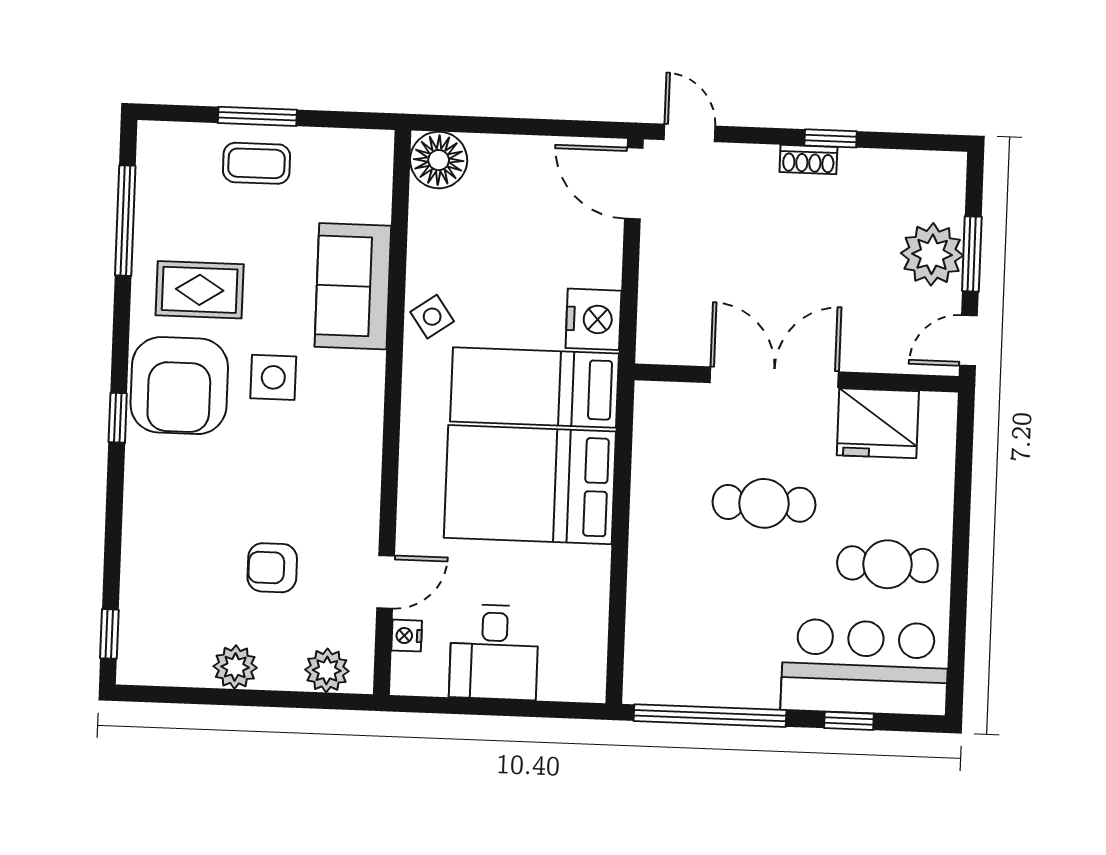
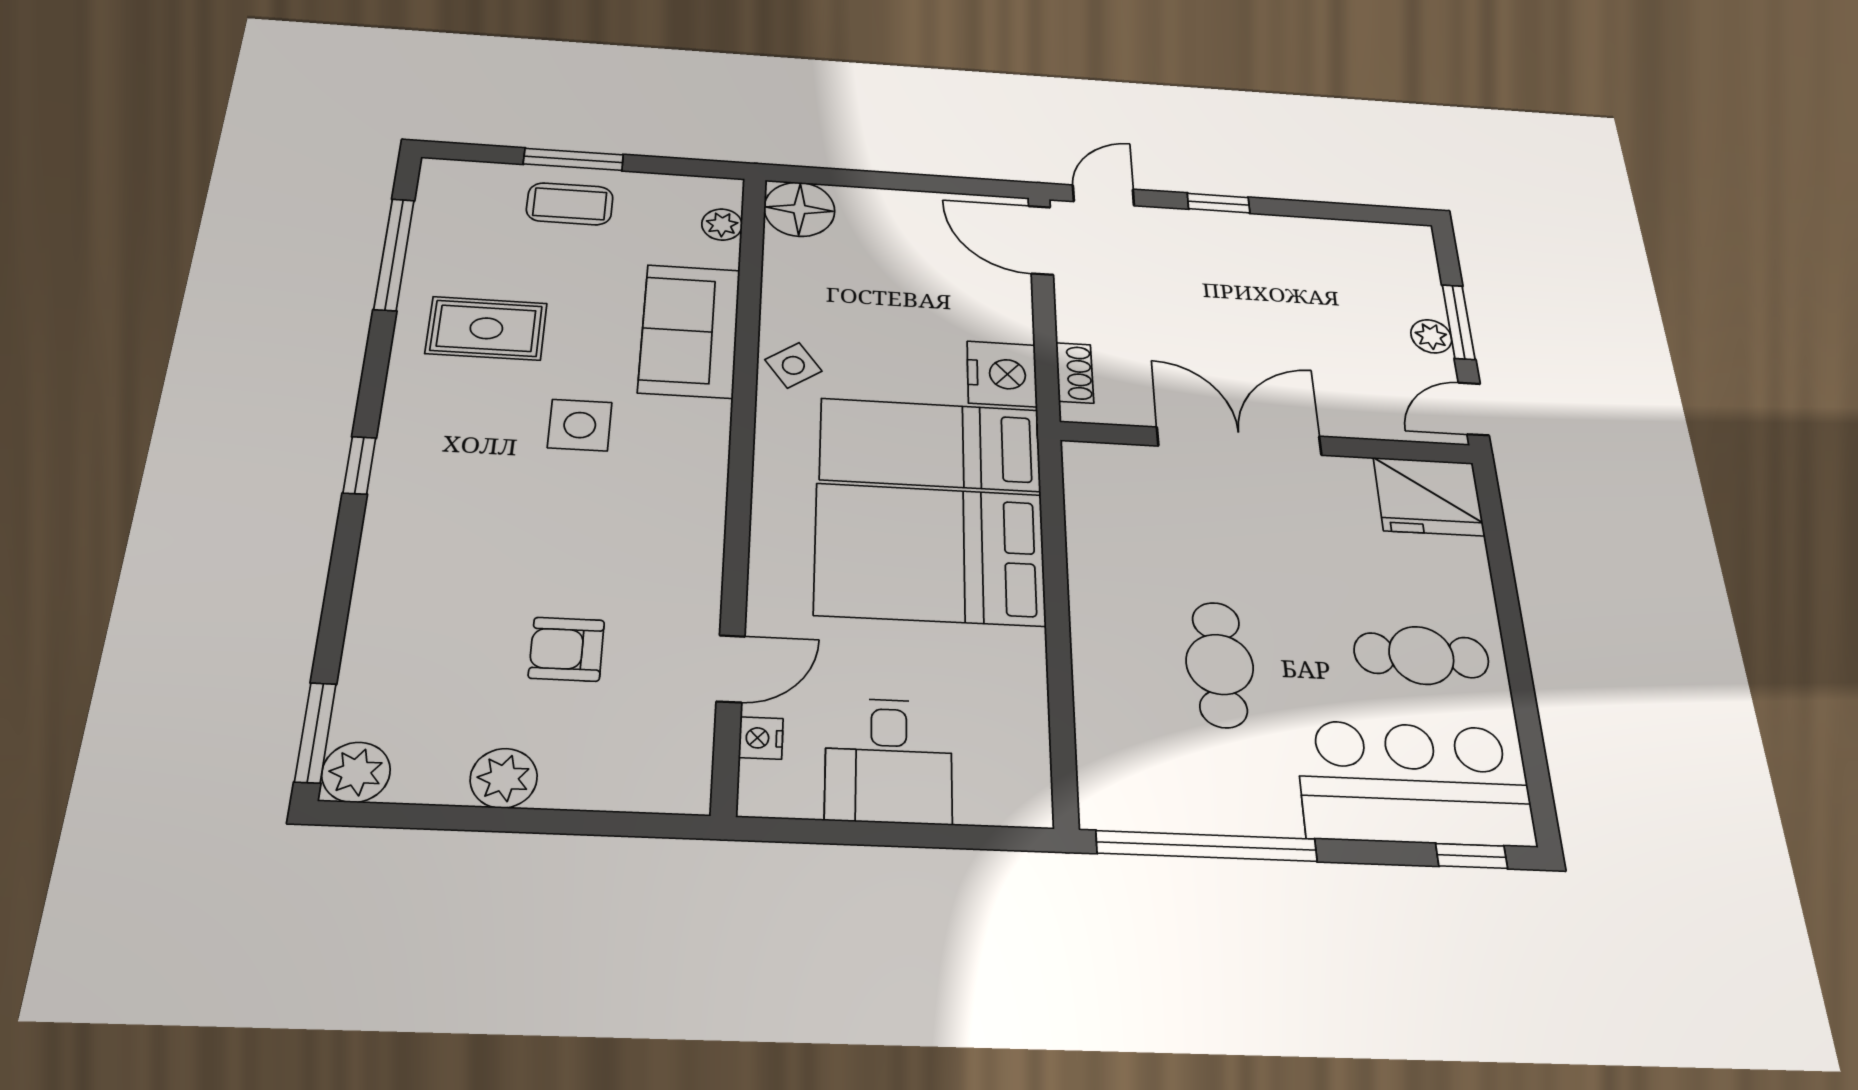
door: (690, 133) -> (1103, 195), hinge flipped
window: (831, 138) -> (1219, 203), moved
shoe rack: (808, 160) -> (1075, 373), moved, turned -90
plant: (377, 179) -> (722, 225), added
plant: (932, 254) -> (1431, 336), width x0.53, depth x0.53
armchair: (179, 386) -> (450, 431), removed
fridge: (878, 423) -> (1429, 496), moved
cafe table: (764, 503) -> (1220, 664), moved, turned 90
window: (109, 634) -> (315, 733), width x1.50
plant: (327, 670) -> (356, 772), moved
window: (849, 721) -> (1472, 856), moved

